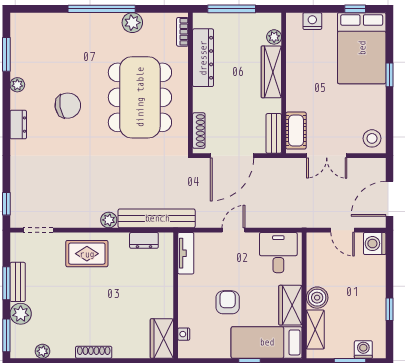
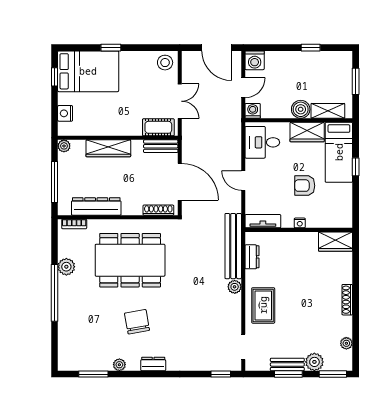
plant: (274, 37) -> (64, 146), moved
nightstand: (184, 334) -> (300, 223), moved
washing machine: (363, 350) -> (253, 111), moved, turned 90

